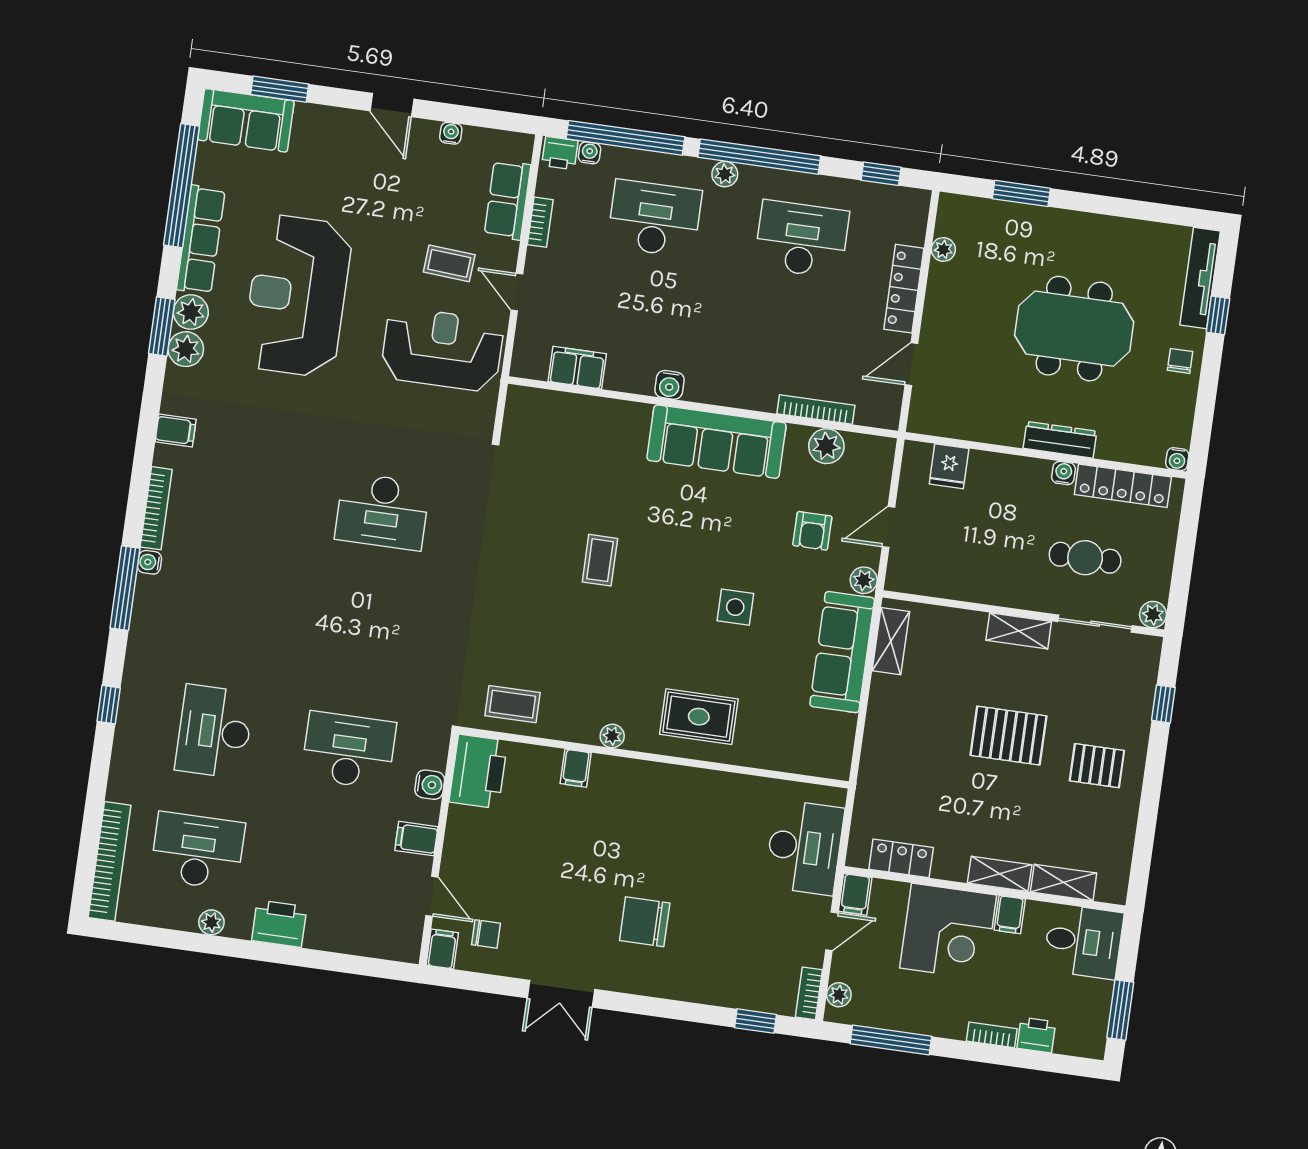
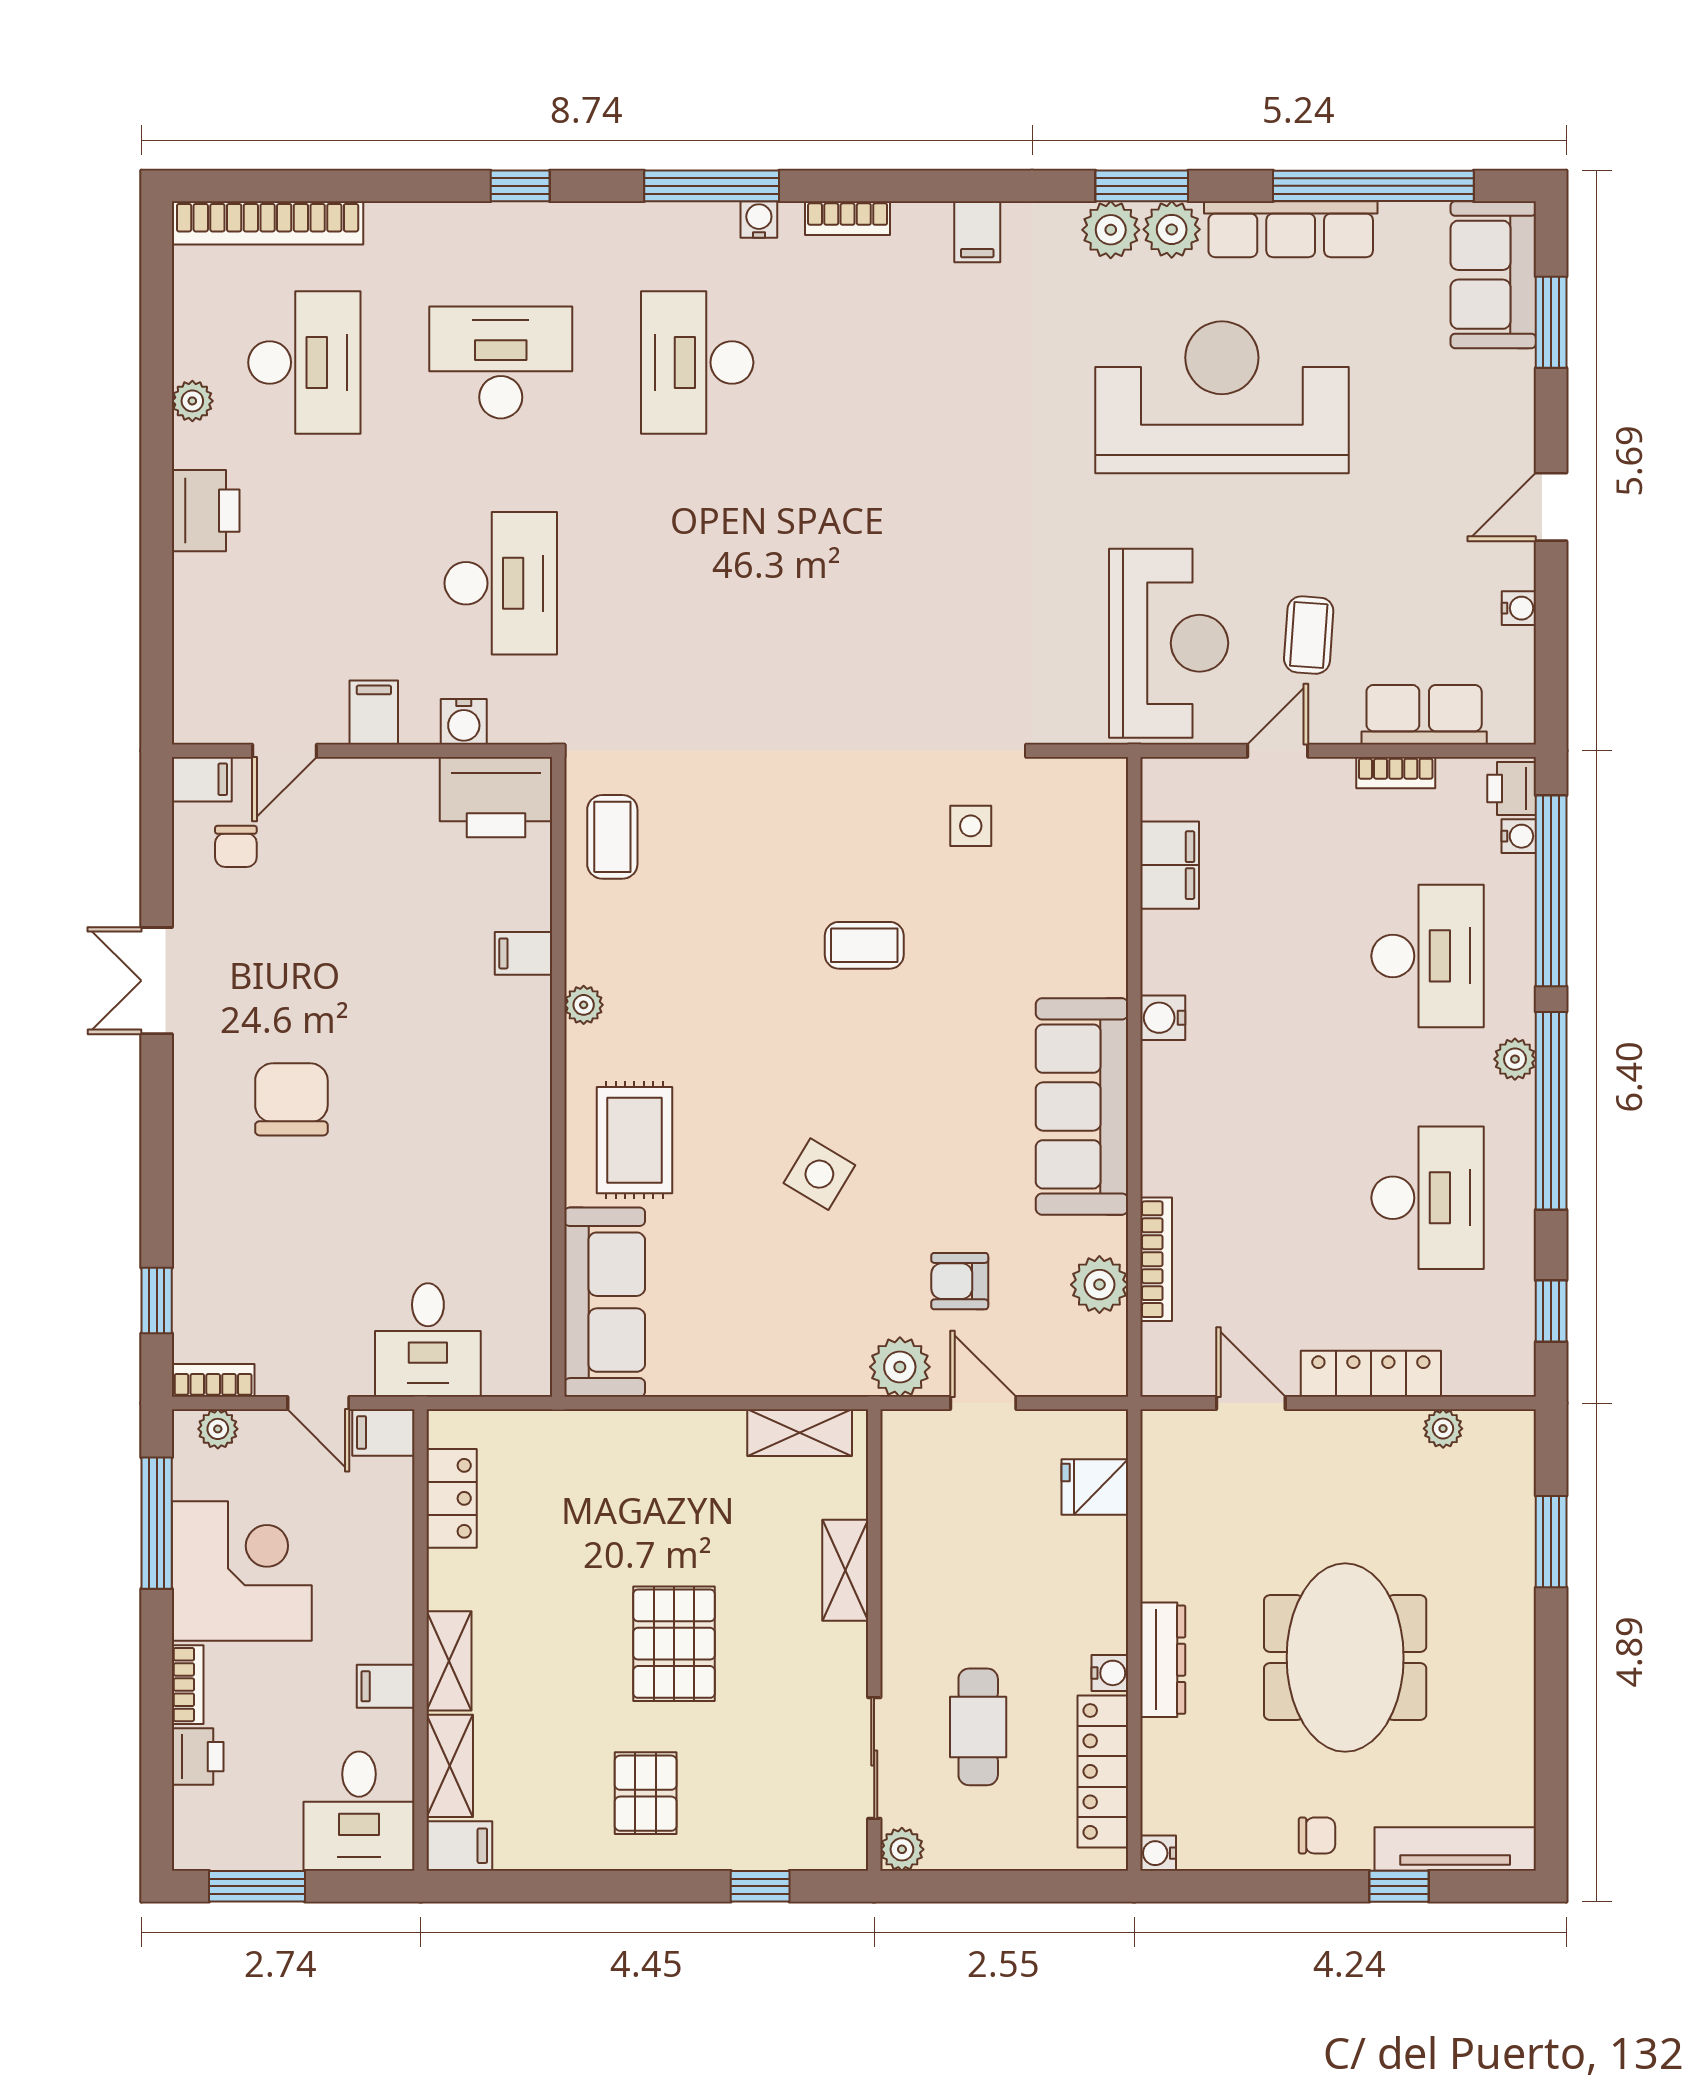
side table: (536, 485) -> (971, 826), added
bookcase: (156, 508) -> (848, 218), width x0.64
desk: (382, 511) -> (697, 362), moved
plant: (864, 580) -> (900, 1367), width x1.38, depth x1.38
side table: (735, 607) -> (819, 1174), turned 31
shelving: (1019, 631) -> (845, 1570), moved
sofa: (842, 652) -> (605, 1302), moved, turned 90
desk: (804, 847) -> (428, 1340), width x0.73
filing cabinet: (1113, 883) -> (459, 1846), added
corner desk: (948, 931) -> (242, 1571), moved, turned 180

